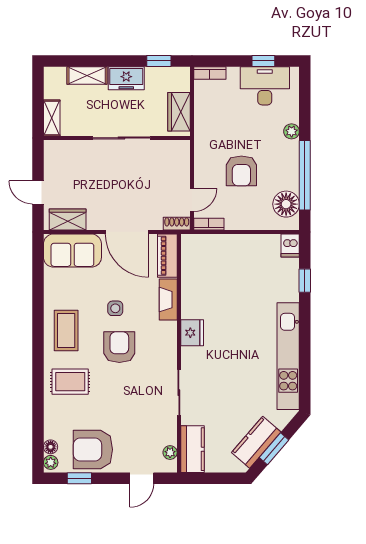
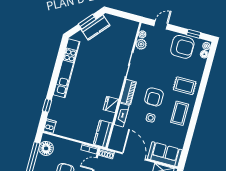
piano: (167, 256) -> (128, 92), moved
fridge: (192, 333) -> (111, 104), moved
plant: (167, 434) -> (141, 44), added
kitchen counter: (193, 449) -> (103, 134), moved

